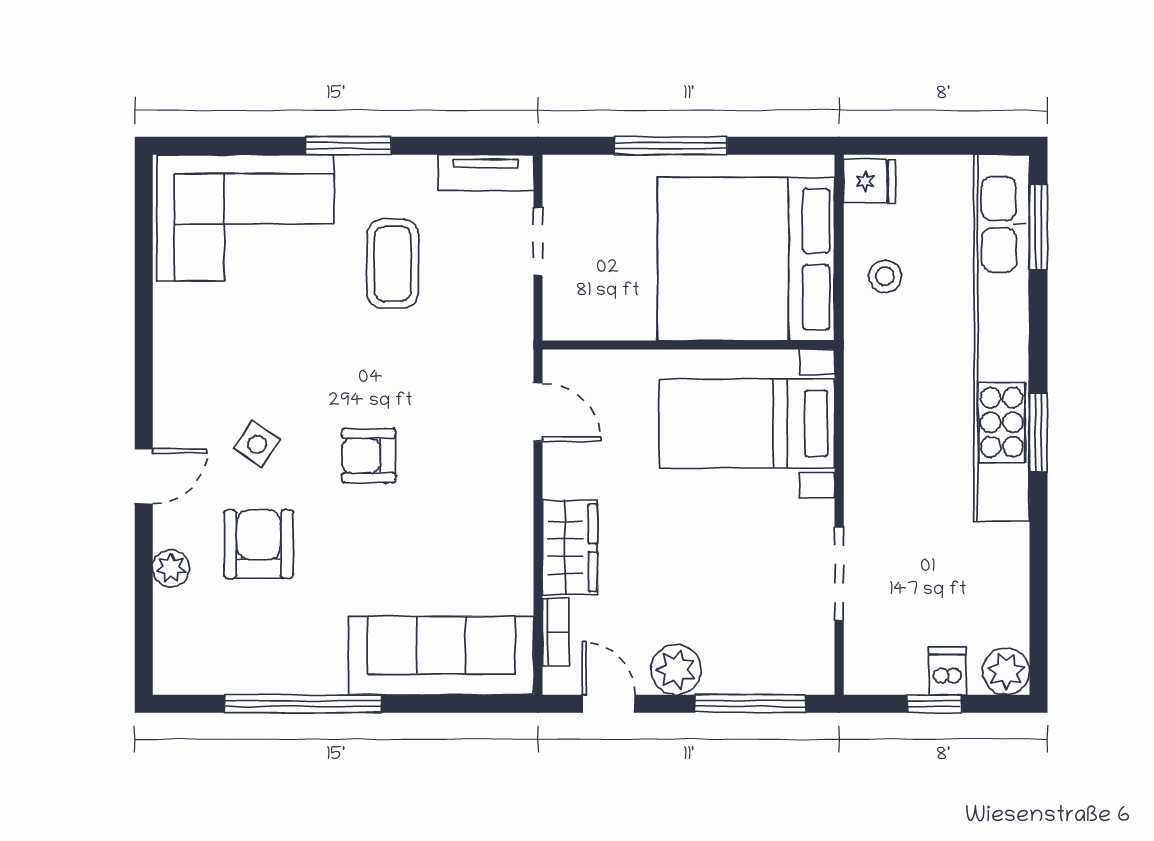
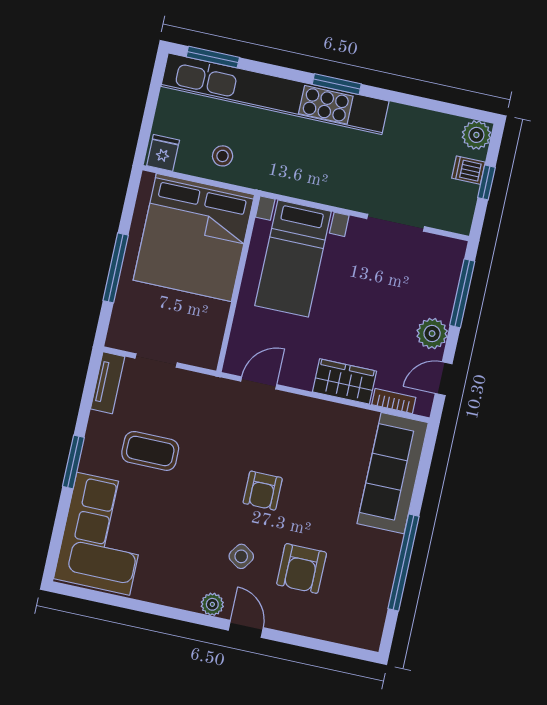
armchair: (259, 544) -> (302, 568), turned -90
plant: (171, 568) -> (212, 604), moved

